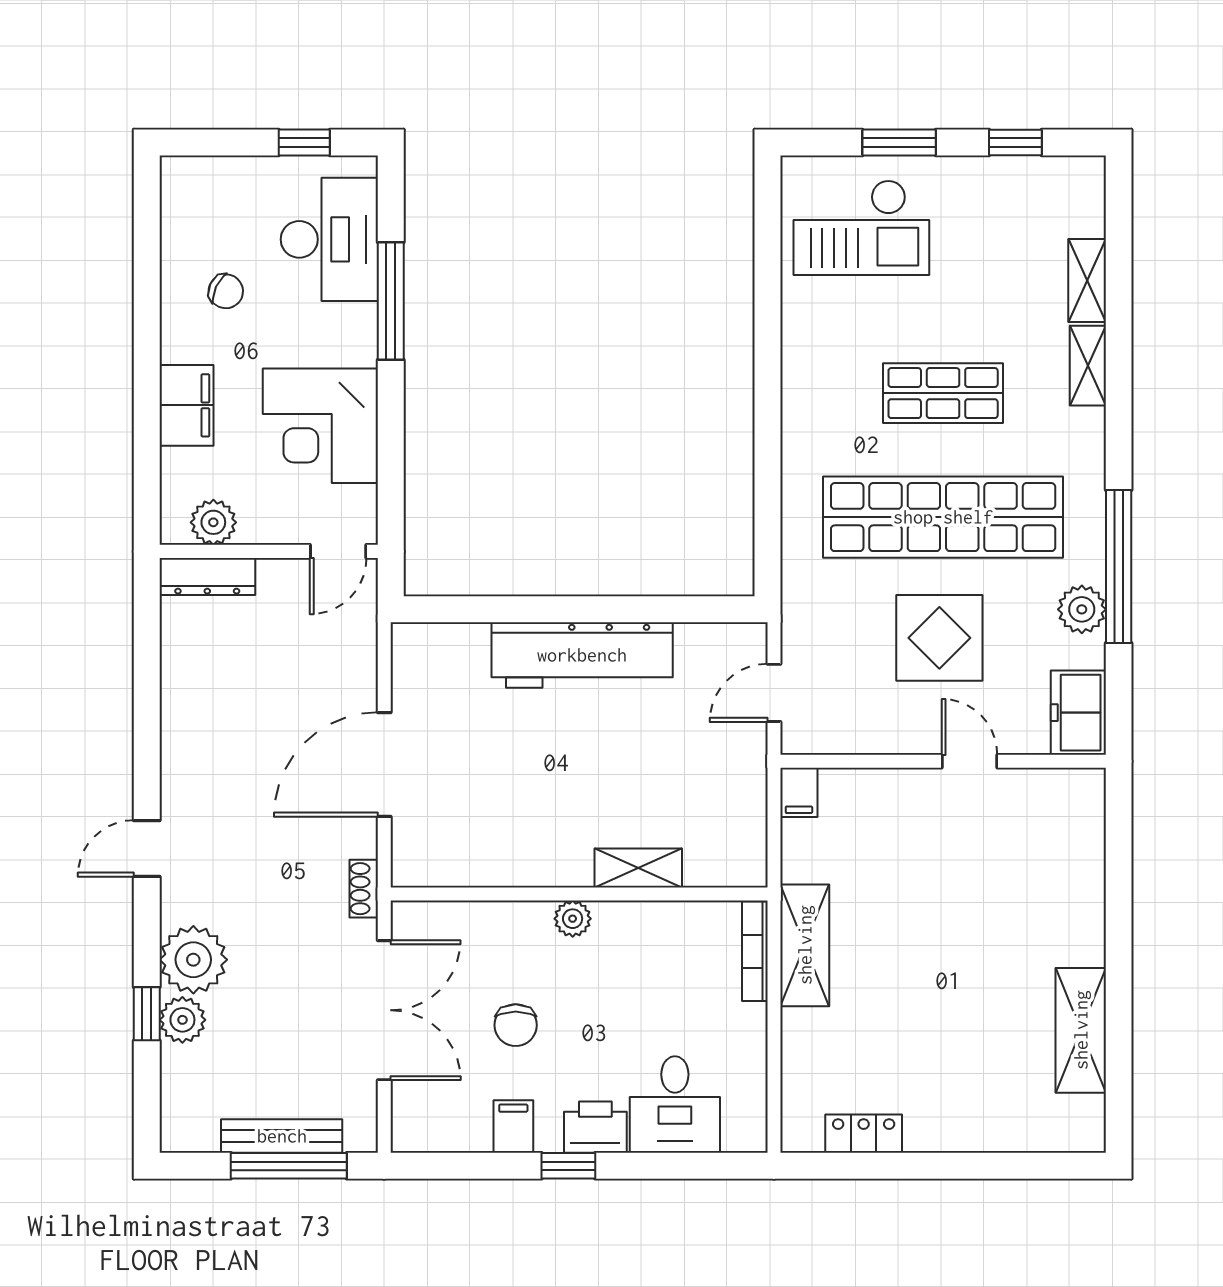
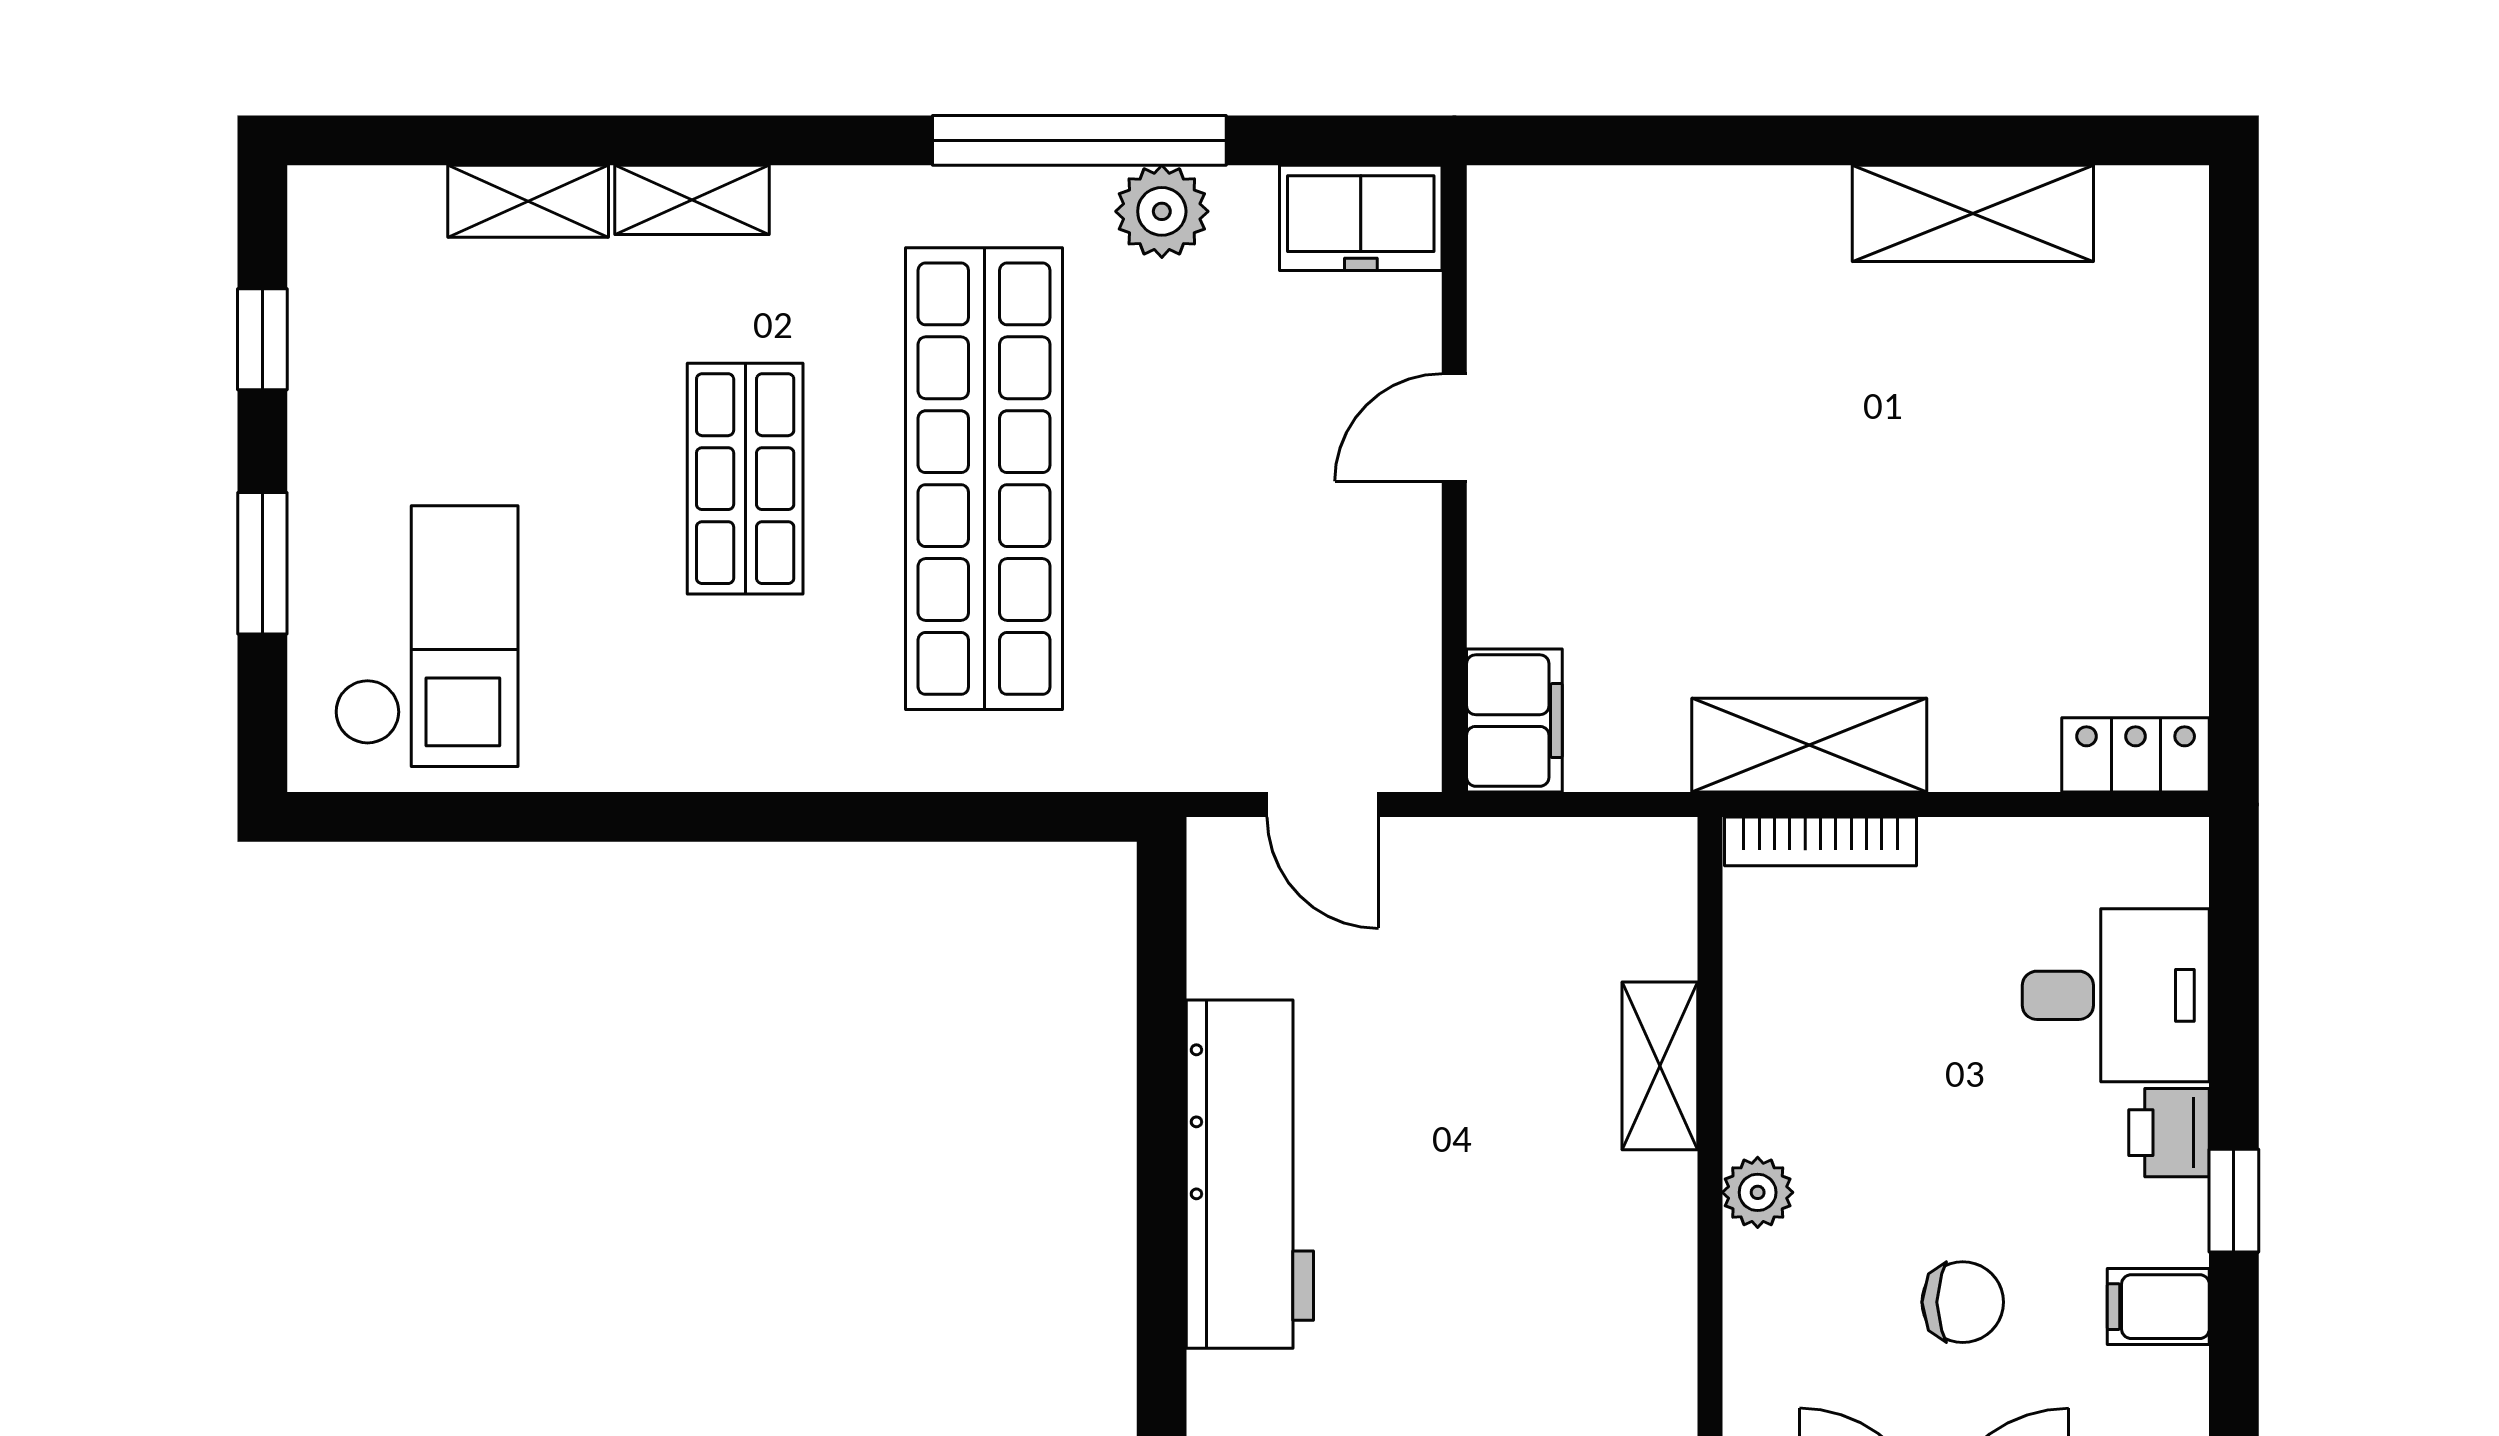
display table: (939, 638) -> (1217, 486), removed
filing cabinet: (799, 792) -> (1514, 721), width x2.00
printer: (595, 1127) -> (2169, 1133), width x0.73, depth x0.81
locker: (864, 1134) -> (2136, 755), moved, turned 90

